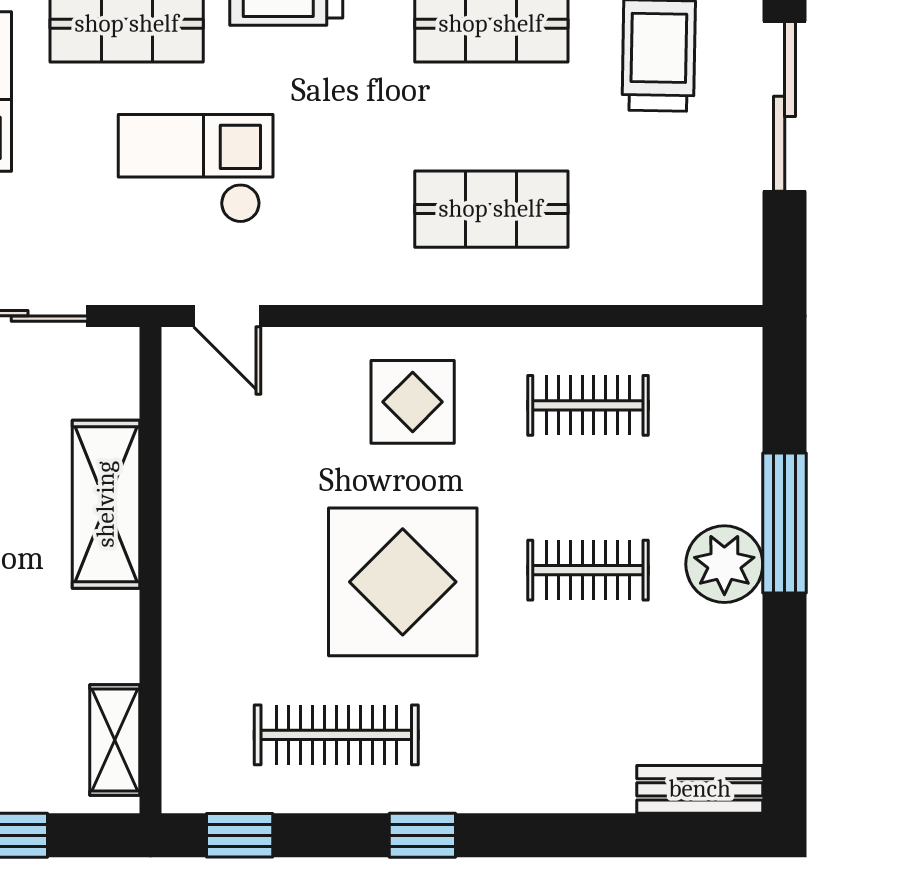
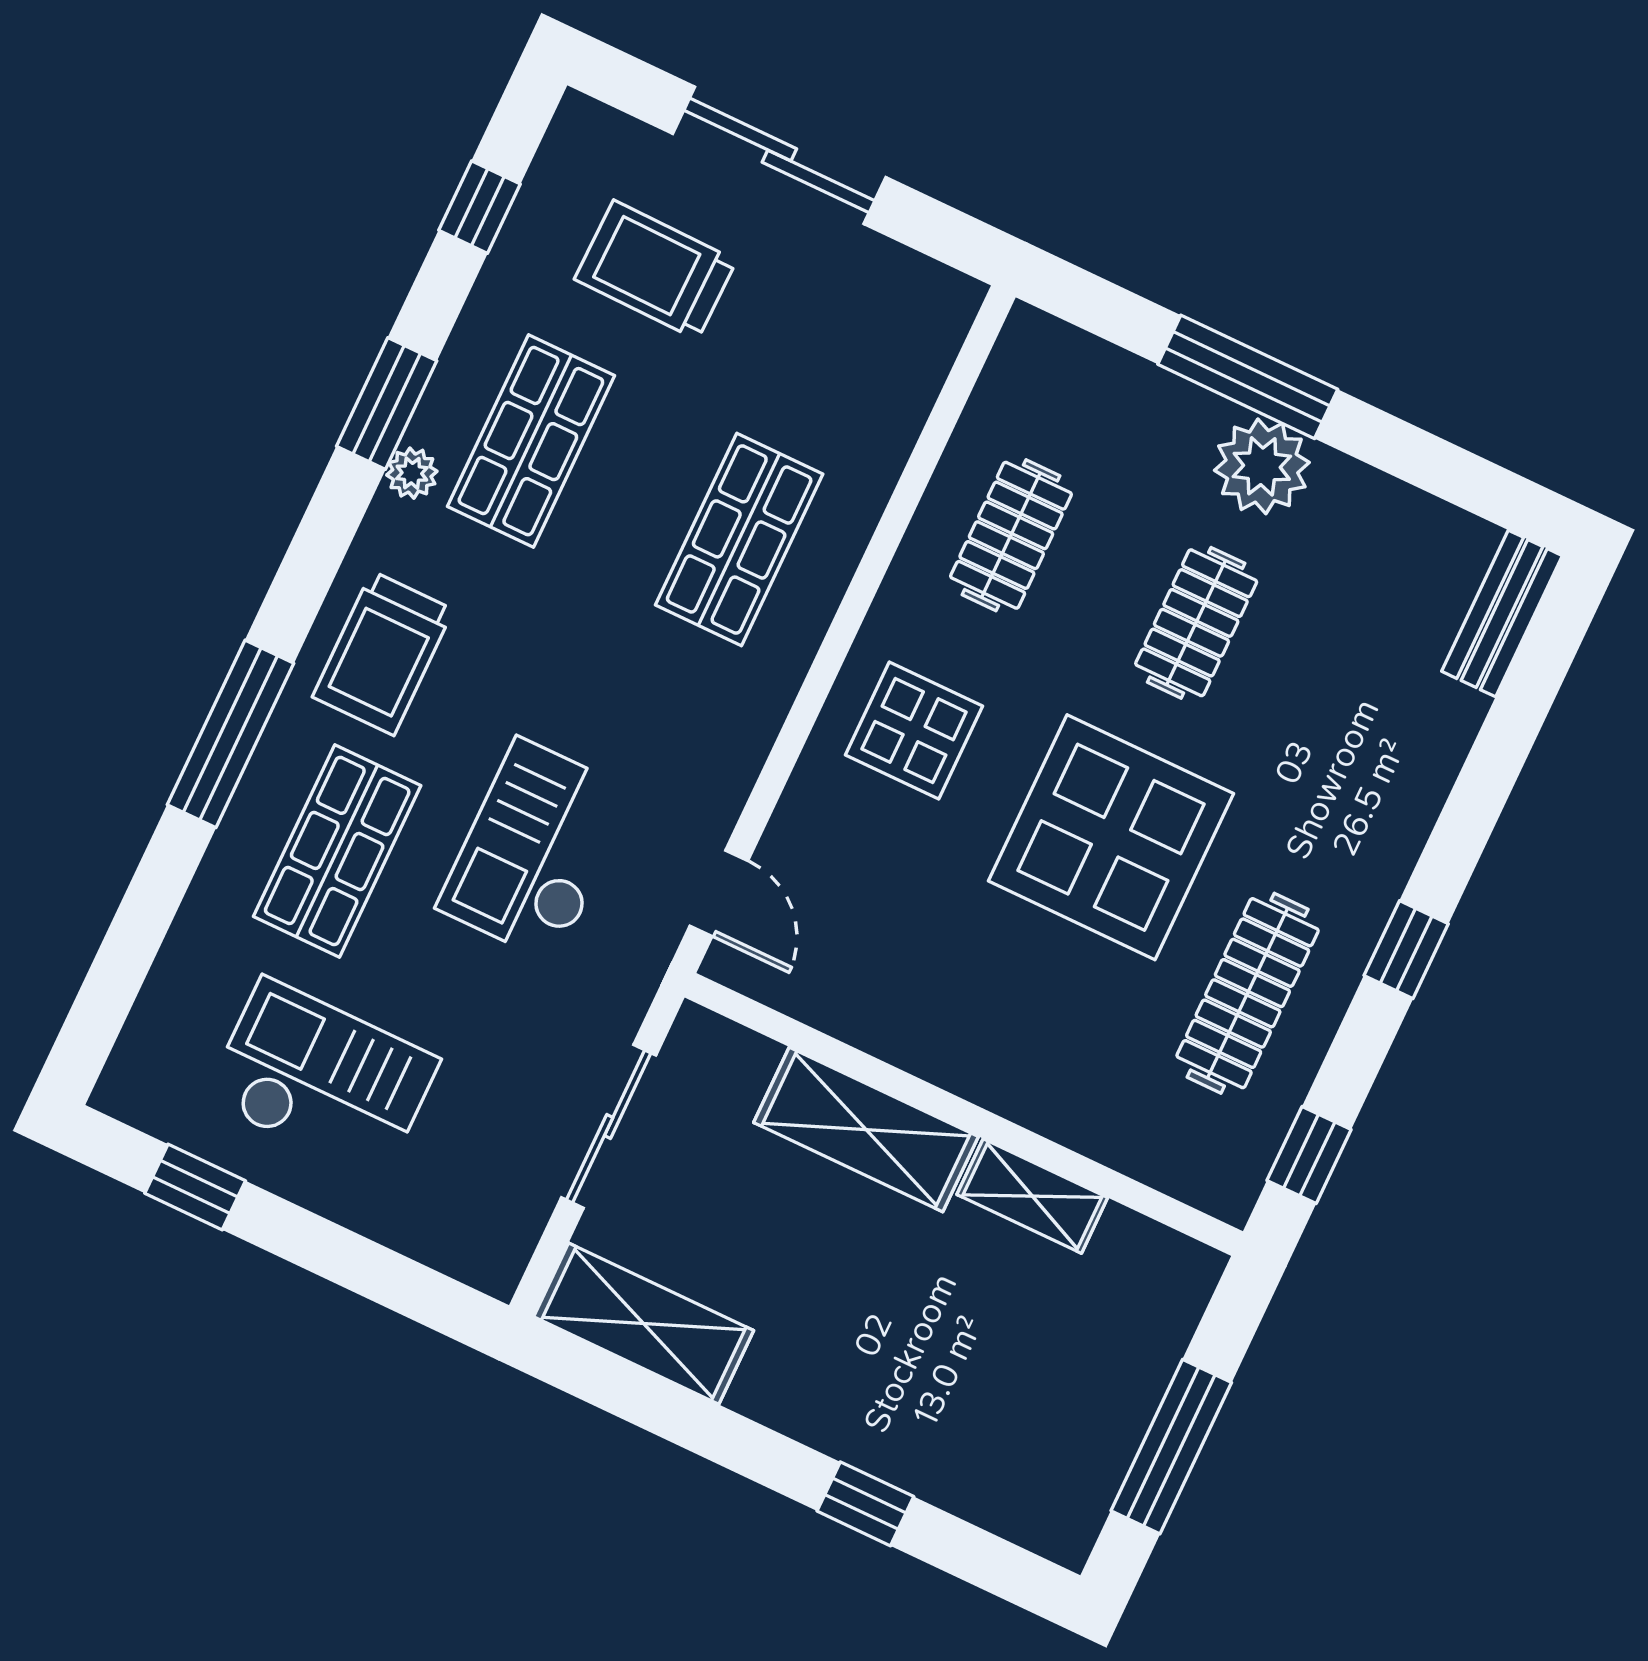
door: (227, 316) -> (719, 893), hinge flipped
shelving: (115, 740) -> (1032, 1196), moved

